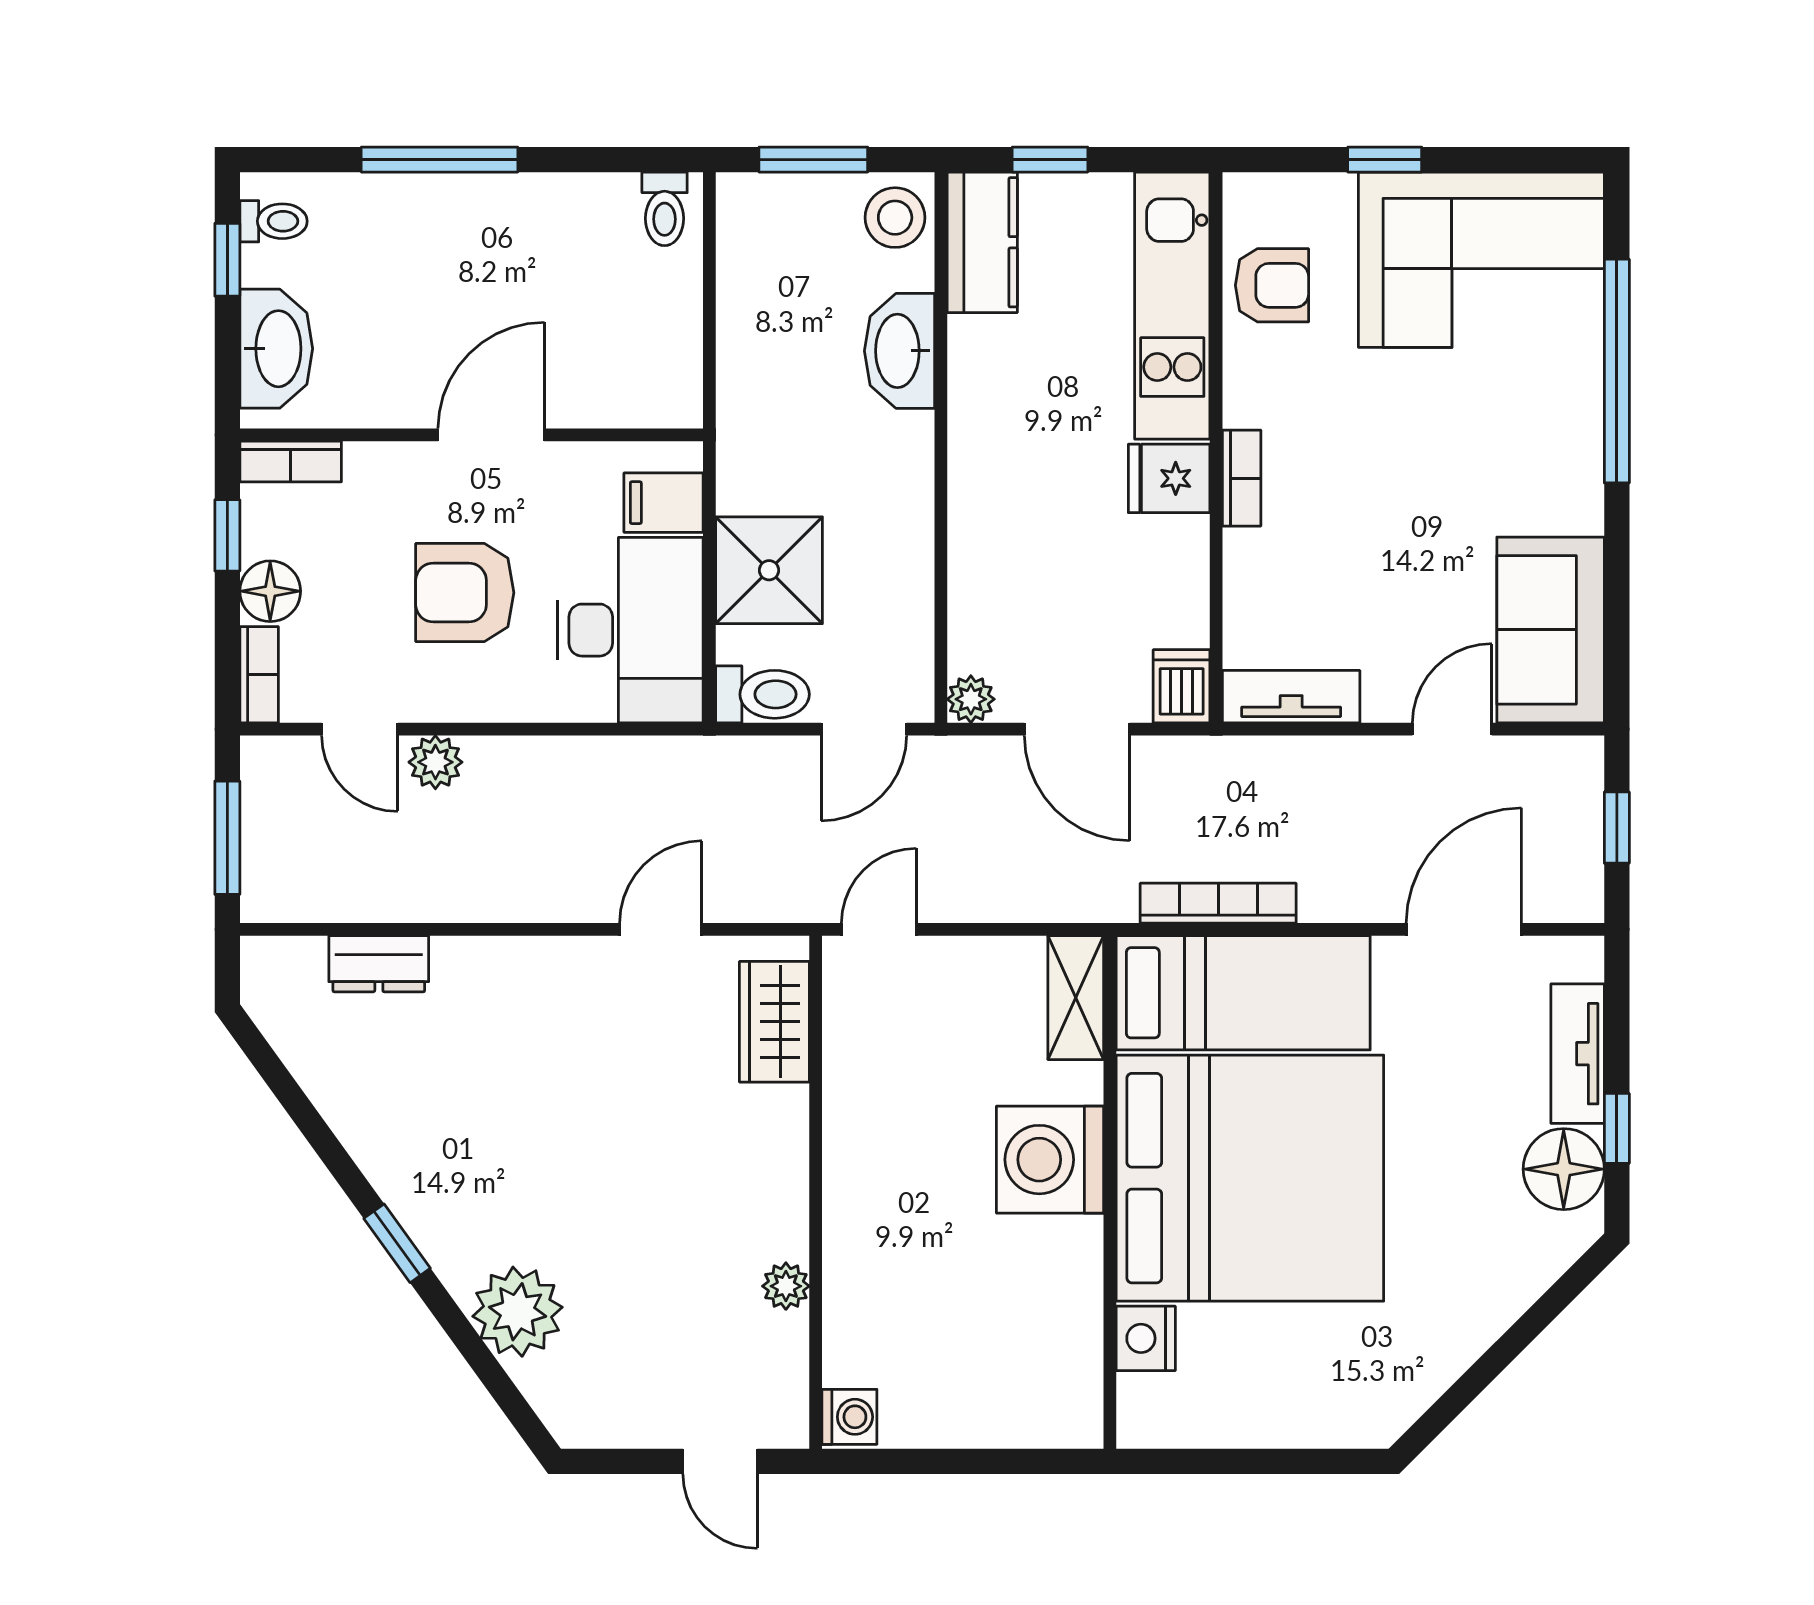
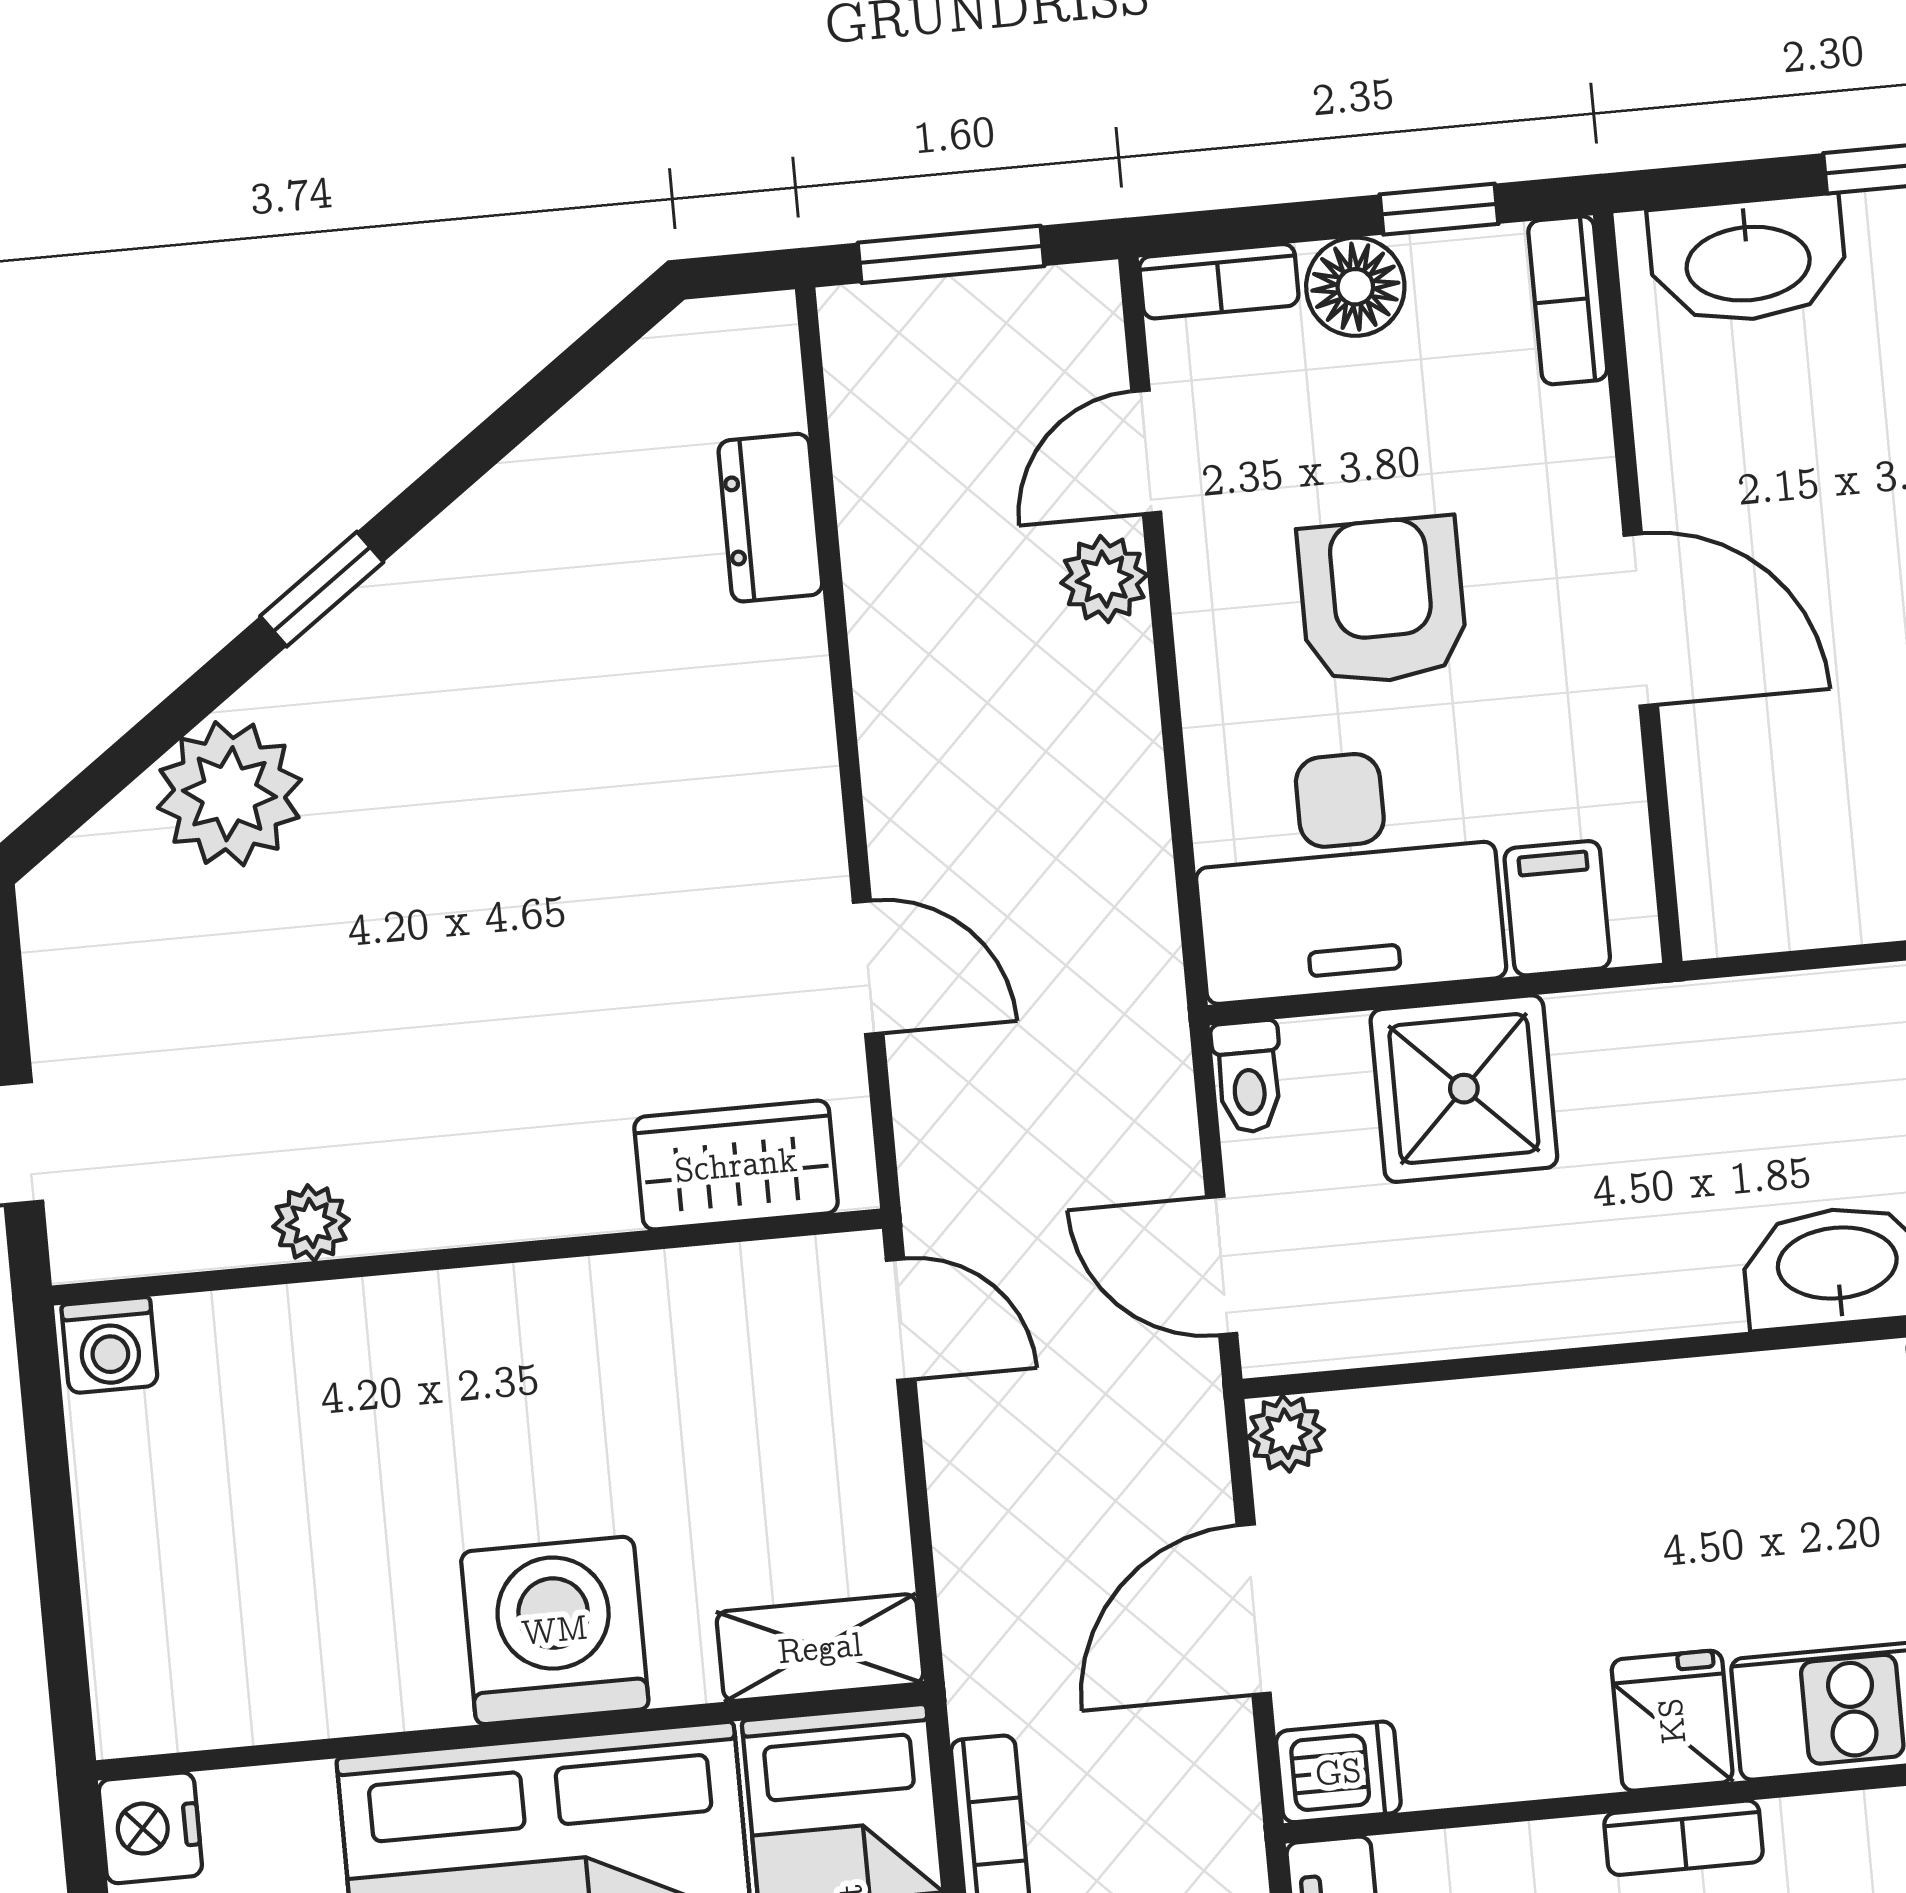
toilet: (762, 694) -> (1248, 1077), width x0.73, depth x0.72
nightstand: (1146, 1338) -> (150, 1828), moved, turned -90

